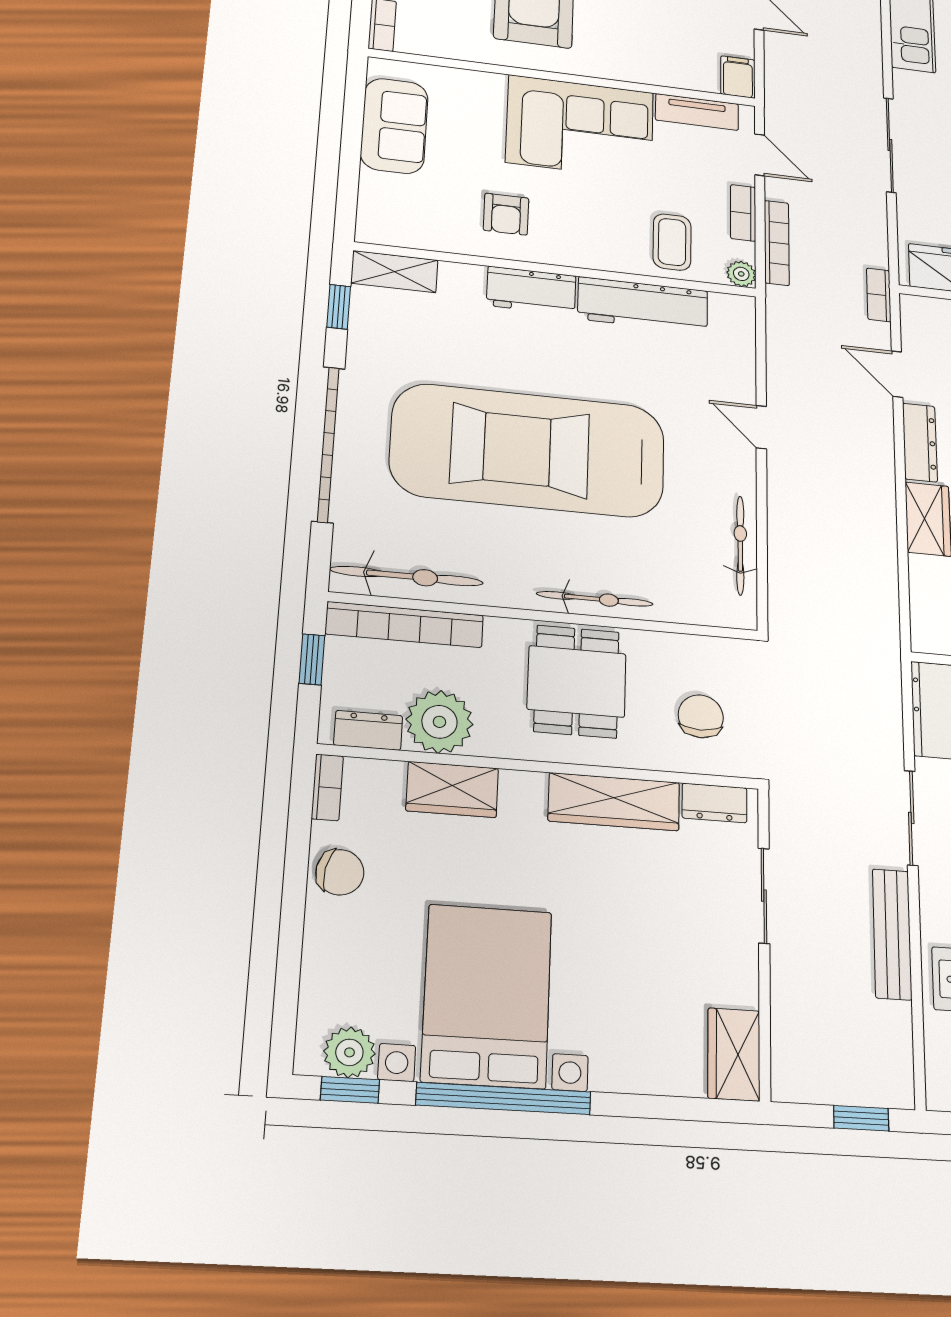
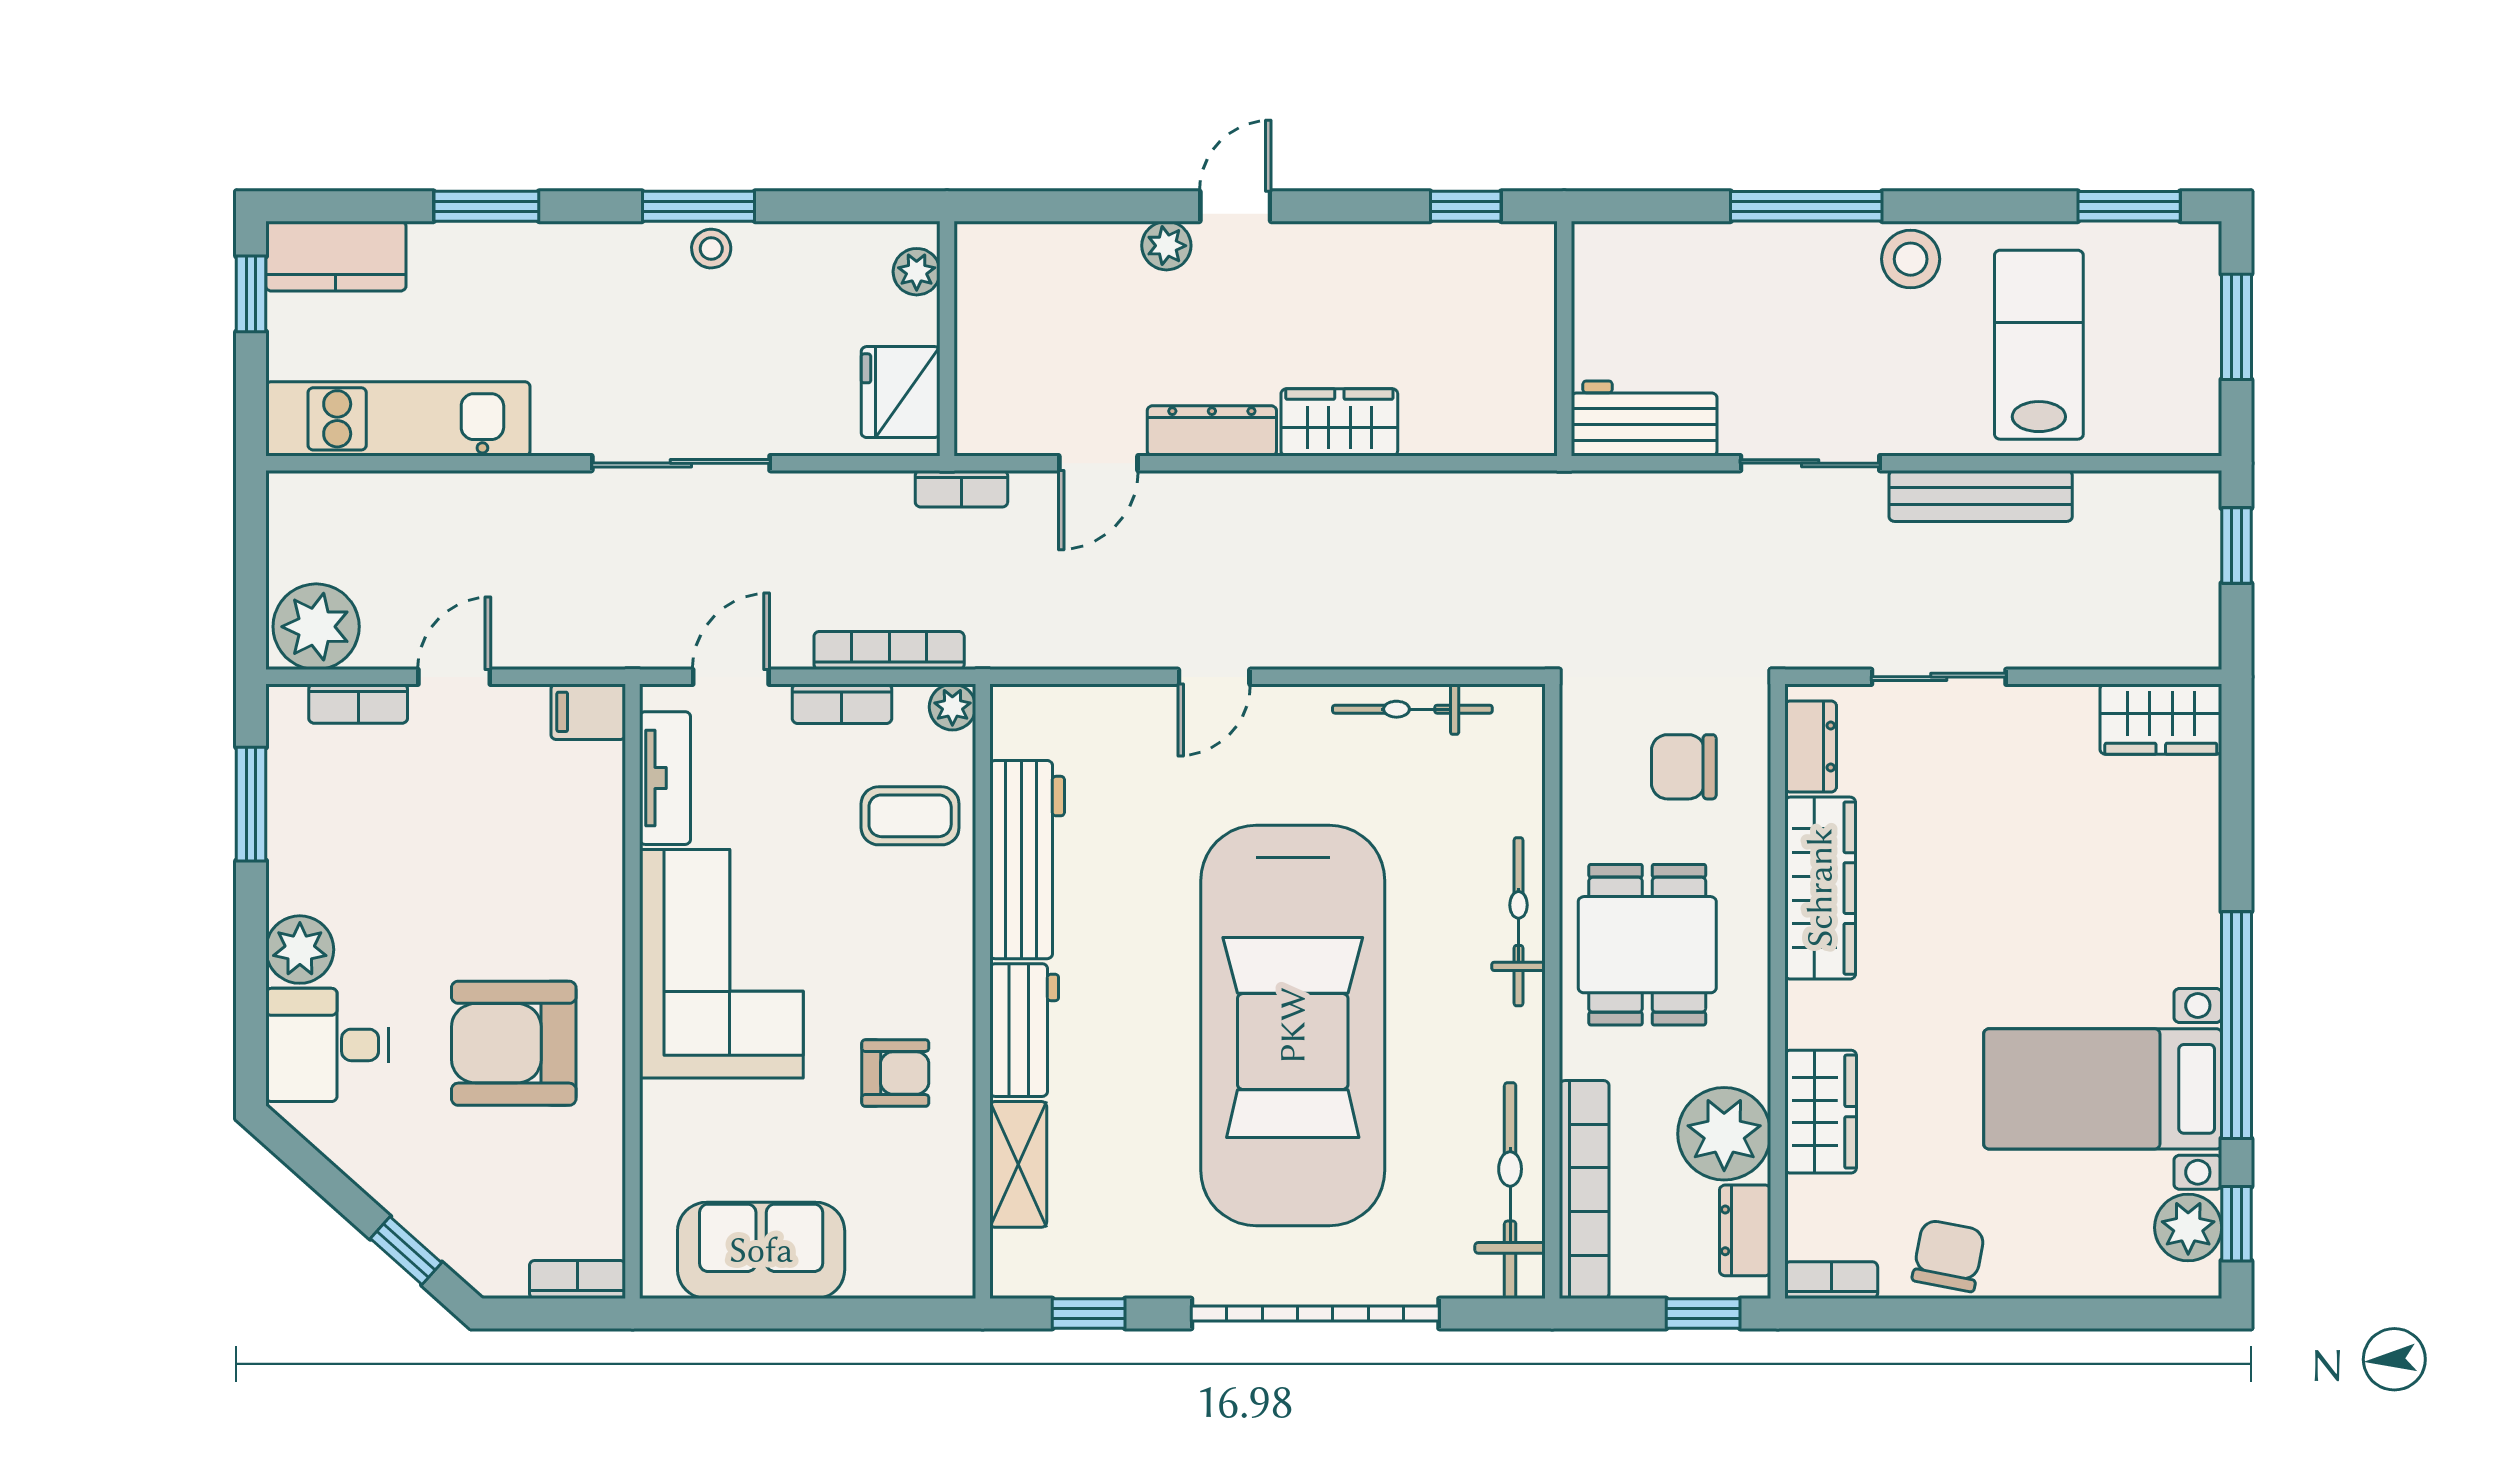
shelving: (394, 272) -> (1018, 1164), moved
window: (312, 659) -> (1703, 1313), moved
dining table: (577, 681) -> (1647, 945), turned 90
bed with nightstands: (487, 996) -> (2103, 1089), width x0.73

